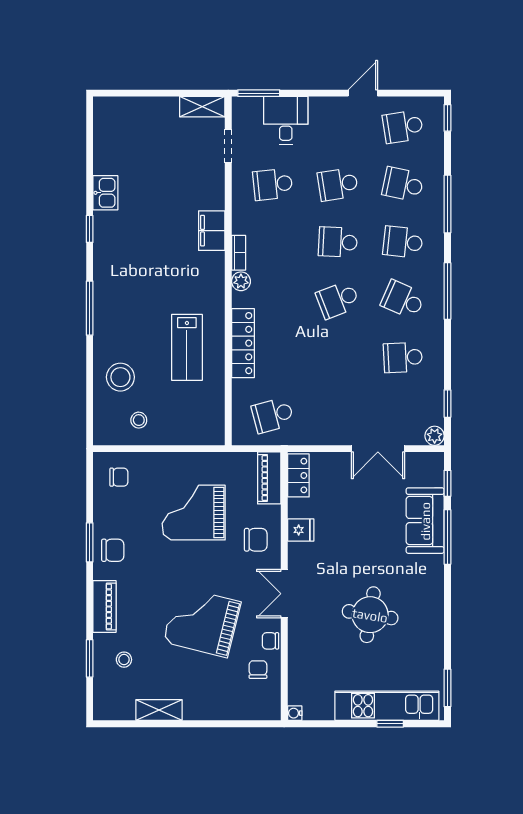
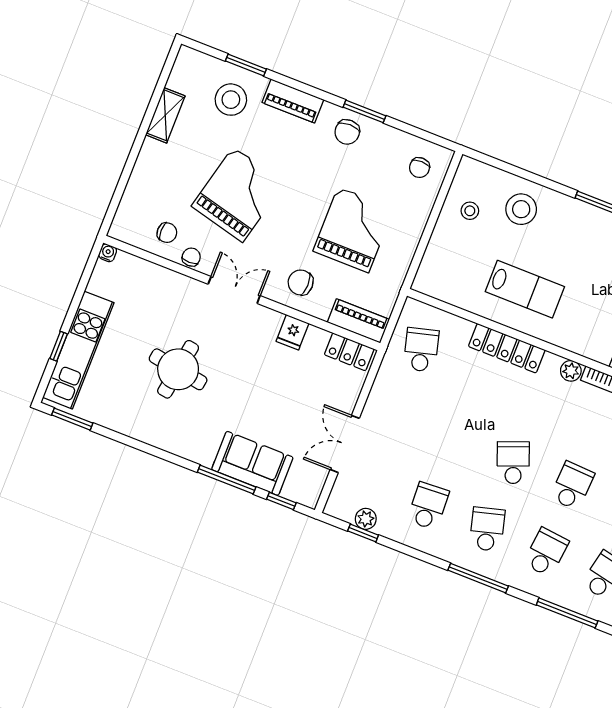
school desk: (403, 300) -> (487, 529), turned -39
lab bench: (187, 347) -> (525, 289), turned 180
plant: (435, 436) -> (366, 519), moved
chair: (256, 540) -> (301, 282), turned 90
stool: (124, 660) -> (231, 100), width x1.89, depth x1.89

